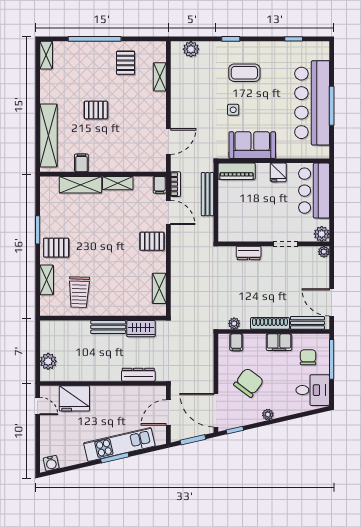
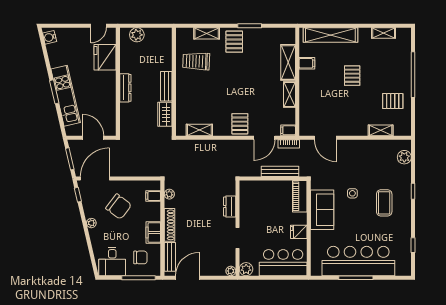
shelving: (46, 55) -> (384, 33), moved
dresser: (138, 375) -> (125, 88), moved

